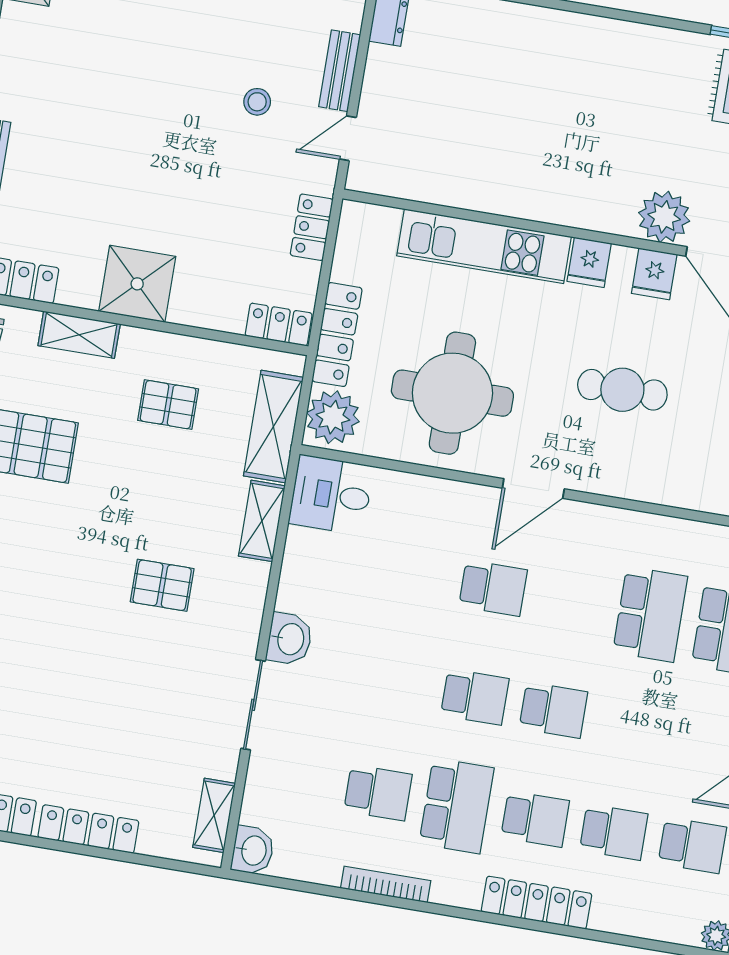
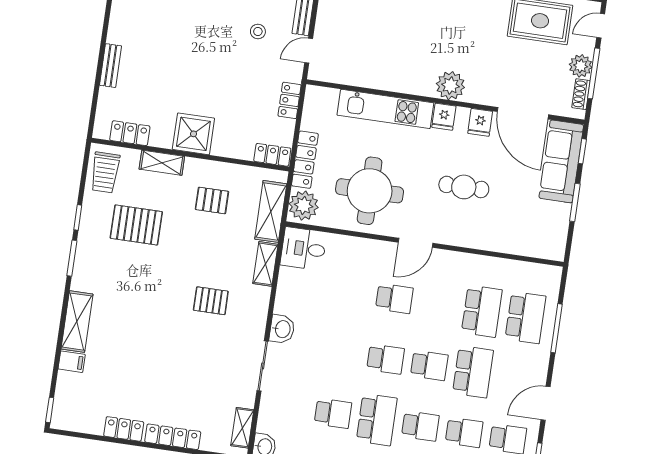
plant: (664, 217) -> (450, 86), moved
school desk: (632, 723) -> (473, 372), added

